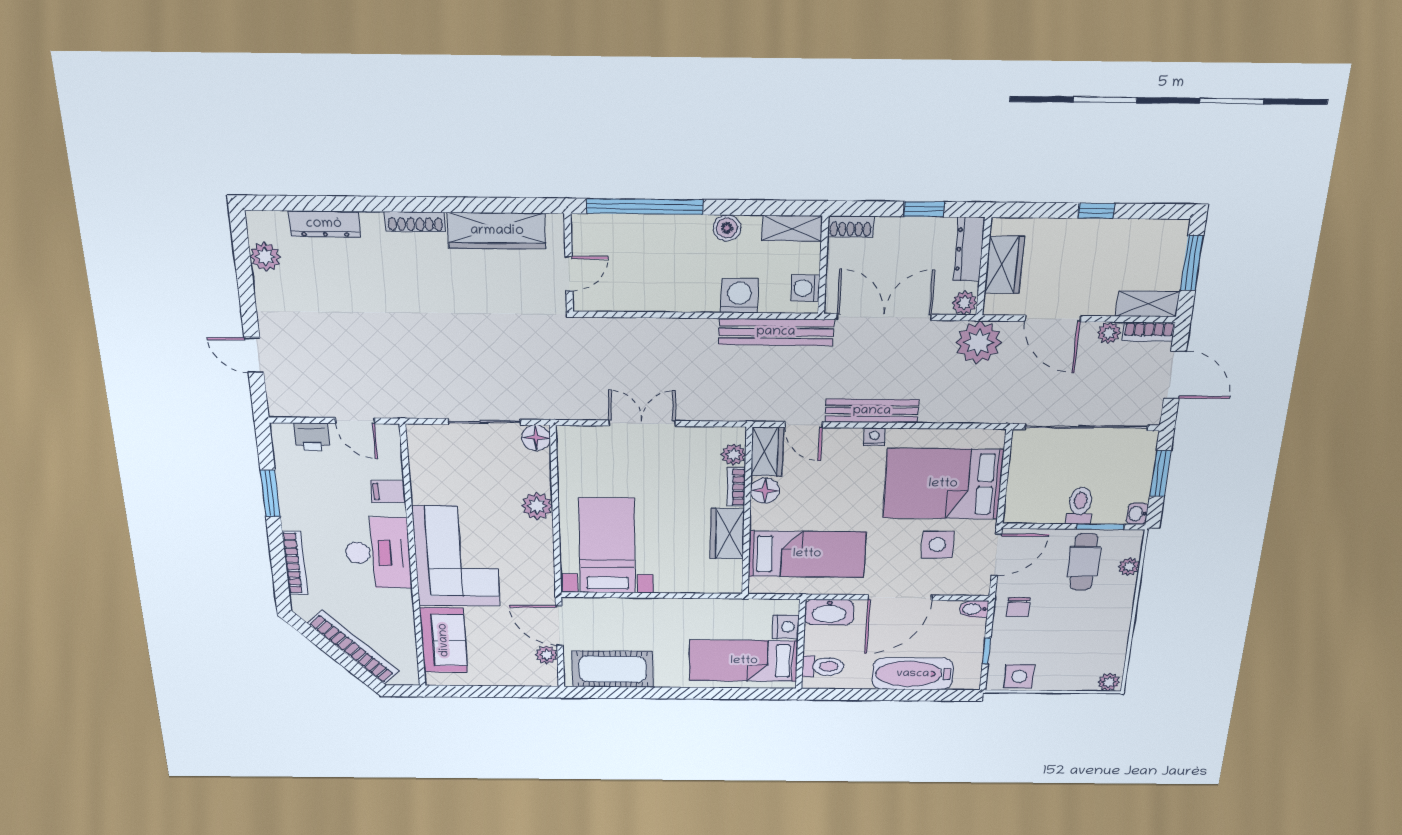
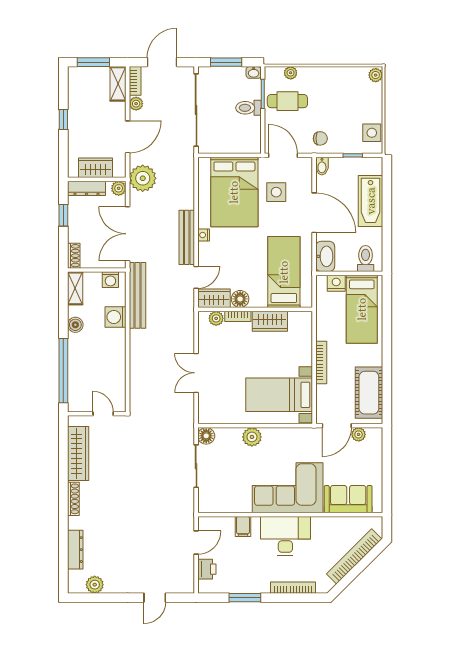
bookcase: (660, 605) -> (321, 363), added

